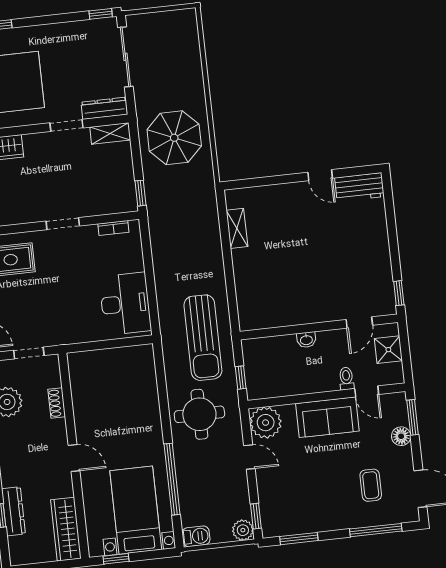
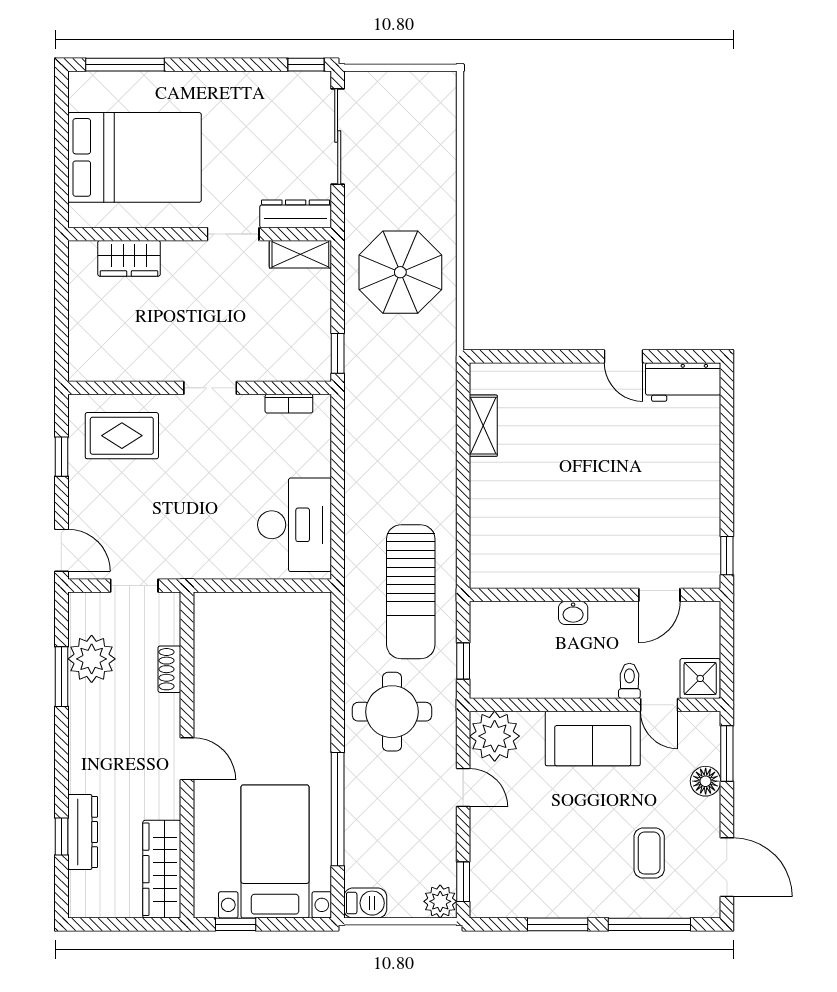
shower: (388, 350) -> (700, 678), moved
window: (299, 539) -> (558, 924), moved

